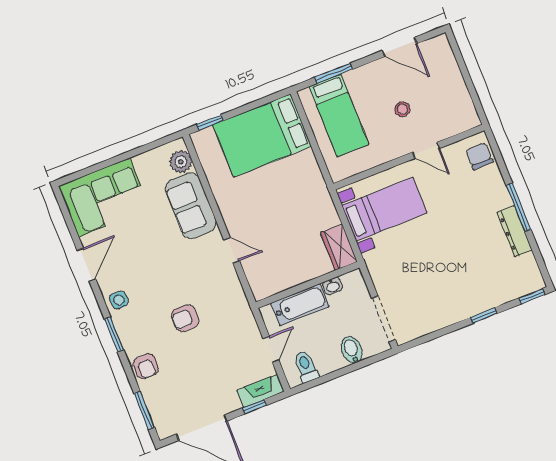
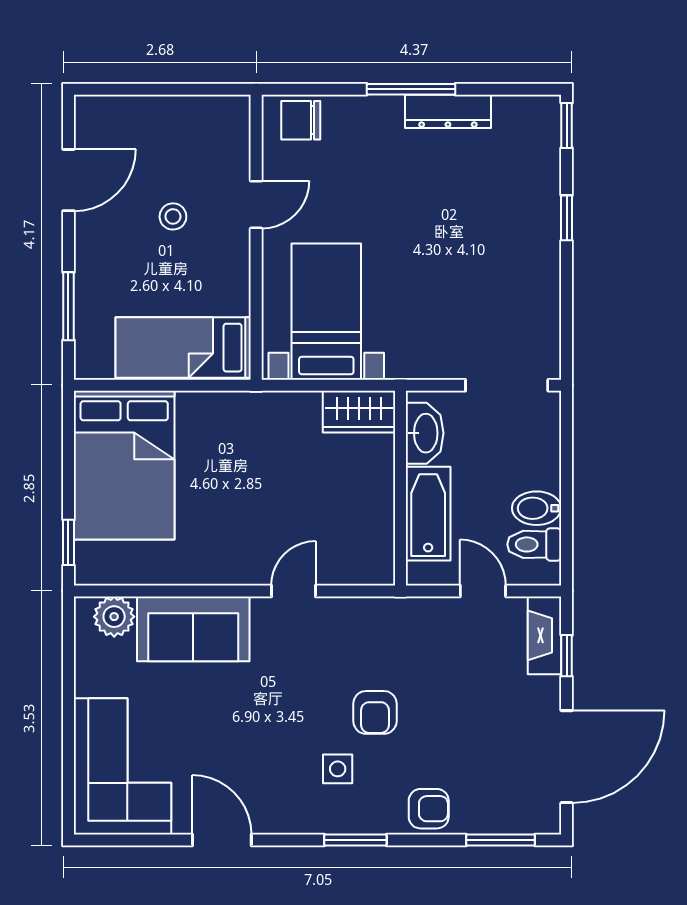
bed: (339, 115) -> (183, 348), moved, turned 180
washbasin: (333, 286) -> (425, 433), width x1.91, depth x1.45
side table: (119, 300) -> (338, 769), moved
bidet: (352, 350) -> (537, 508), moved

